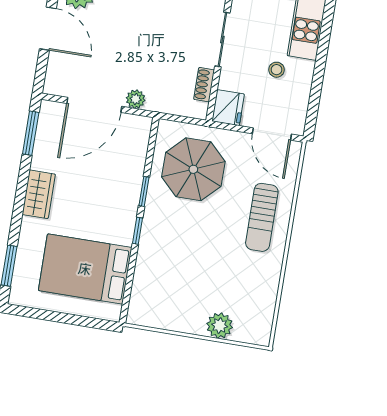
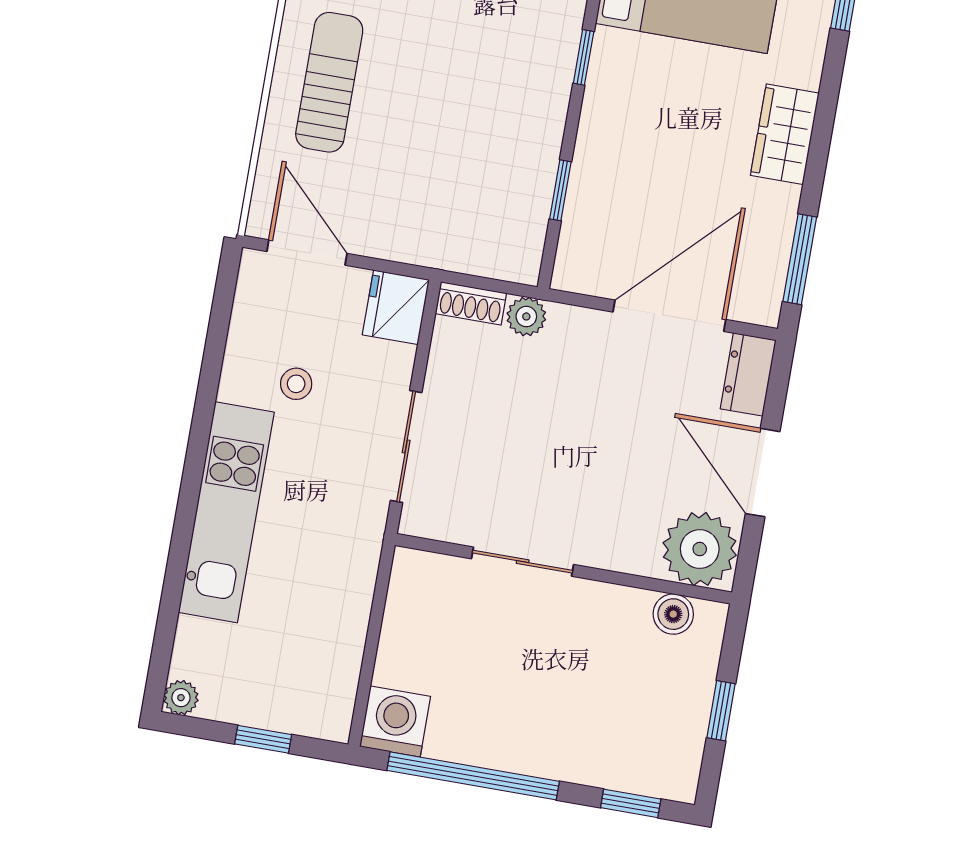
dresser: (55, 77) -> (748, 374), added
shoe rack: (204, 85) -> (471, 303), moved, turned 90
plant: (136, 99) -> (526, 316), moved
parasol: (193, 169) -> (468, 182), removed
window: (144, 191) -> (560, 190), moved

